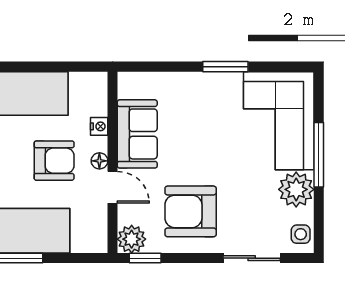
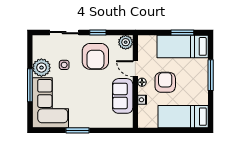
armchair: (54, 161) -> (165, 82), turned 90
armchair: (191, 211) -> (95, 56), turned 90
side table: (301, 234) -> (64, 65), moved
window: (145, 258) -> (98, 33), moved

